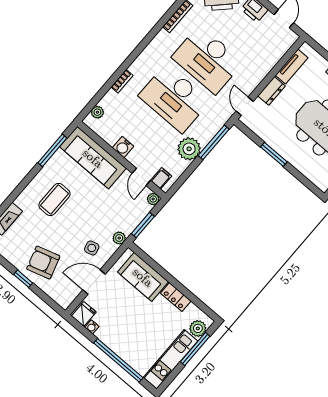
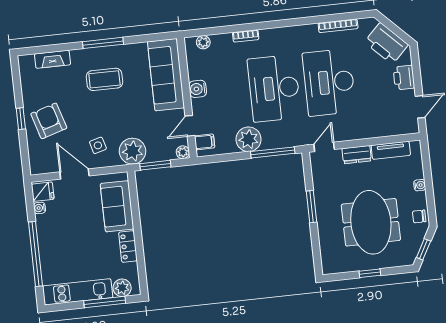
window: (52, 150) -> (103, 43), moved
plant: (119, 238) -> (132, 151), width x1.88, depth x1.88

